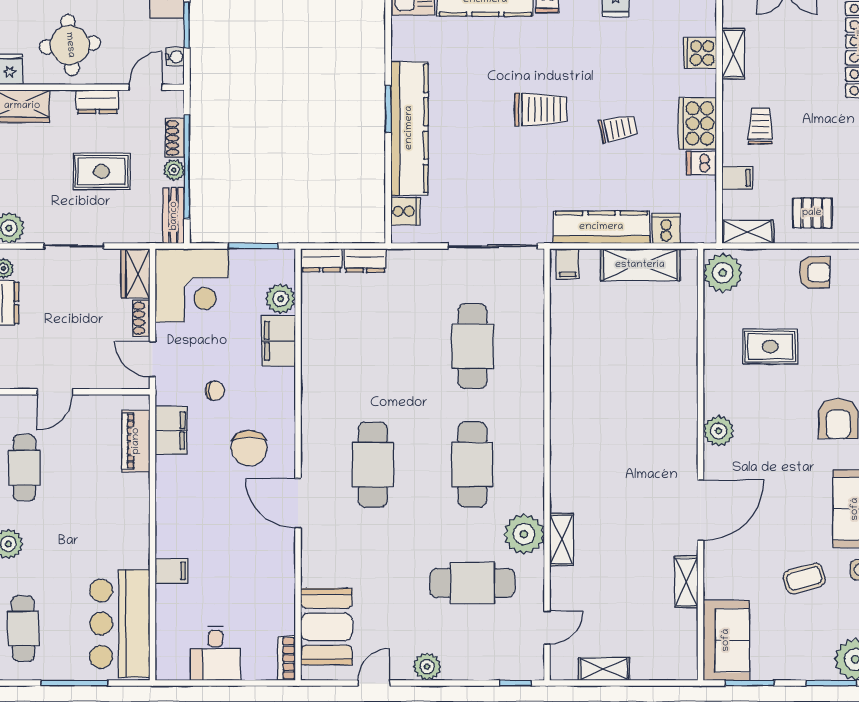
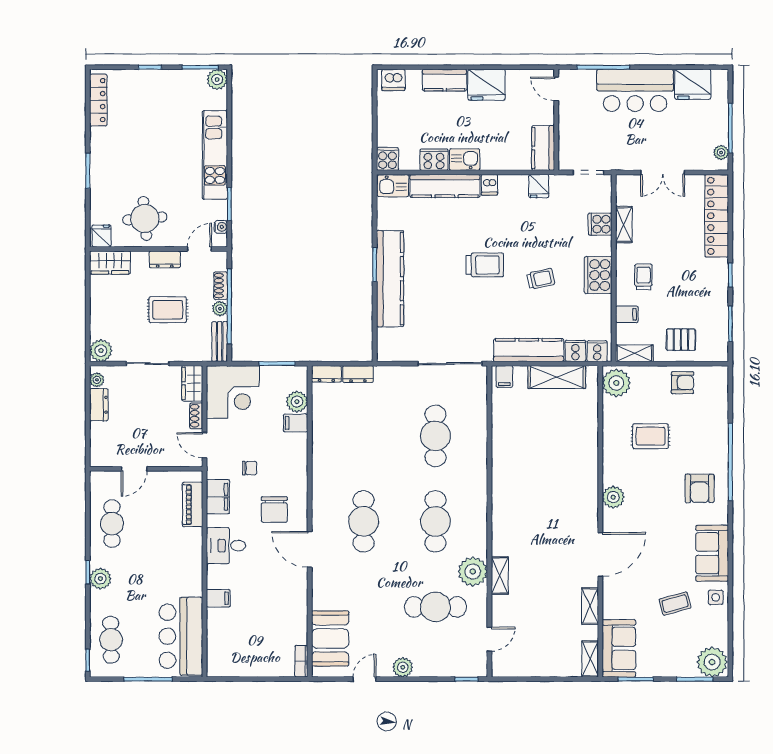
dishwasher: (701, 163) -> (601, 304), removed
cooker: (405, 211) -> (597, 351), moved, turned -90
filing cabinet: (279, 341) -> (296, 423), width x0.50
desk: (215, 653) -> (226, 546), moved, turned 90
shelving: (604, 669) -> (590, 659), moved, turned 90

